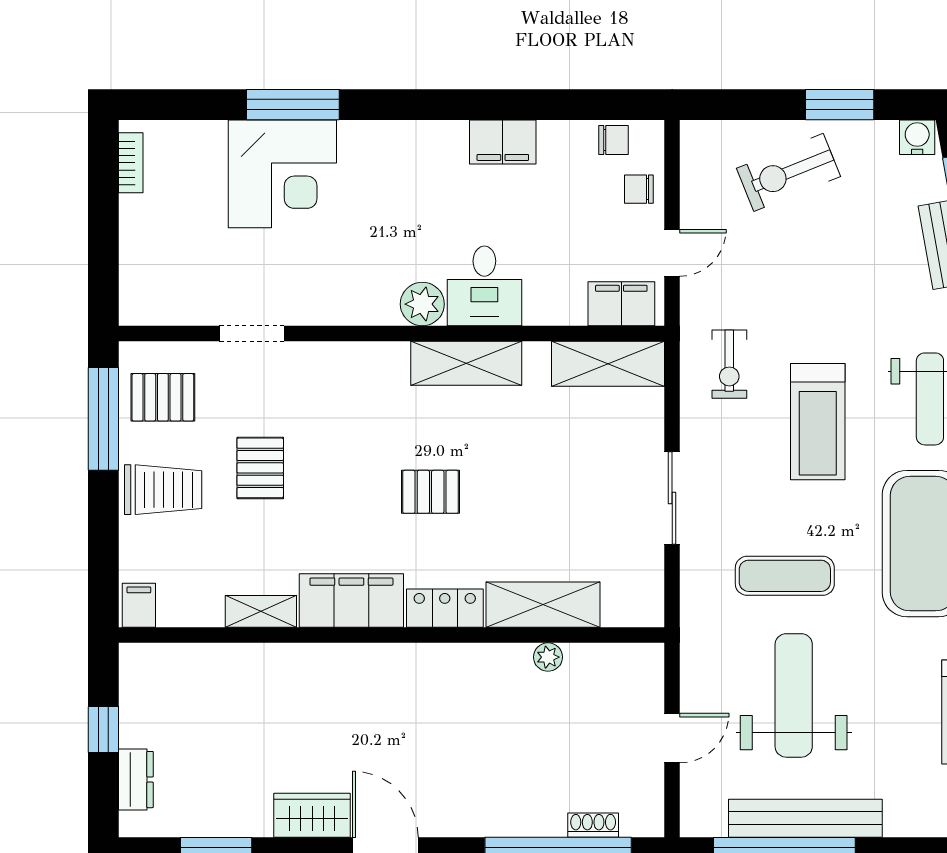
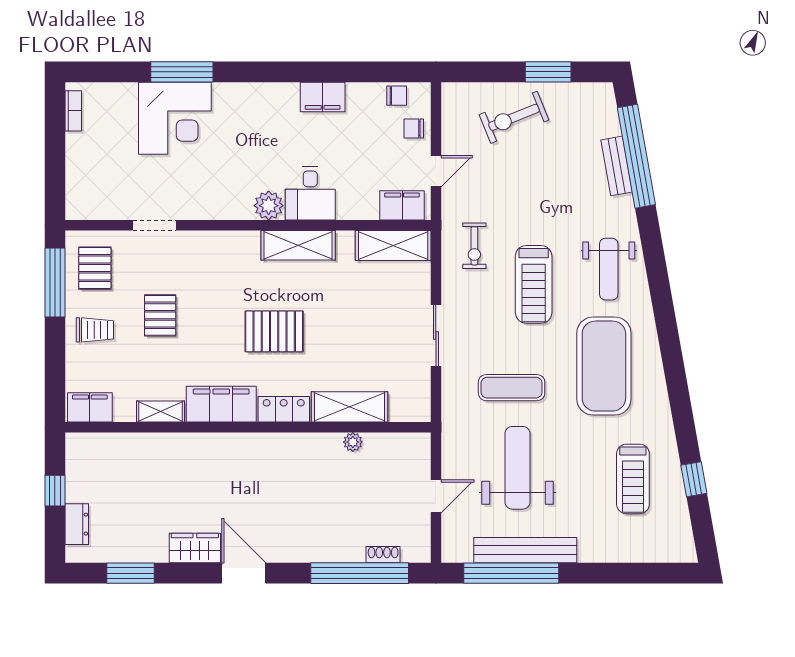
water cooler: (917, 137) -> (600, 94), removed
pallet: (163, 397) -> (95, 268), turned 90
trolley: (163, 490) -> (95, 330), width x0.73, depth x0.72
pallet: (431, 492) -> (274, 331), width x1.50, depth x1.42
filing cabinet: (139, 605) -> (90, 407), width x2.00

